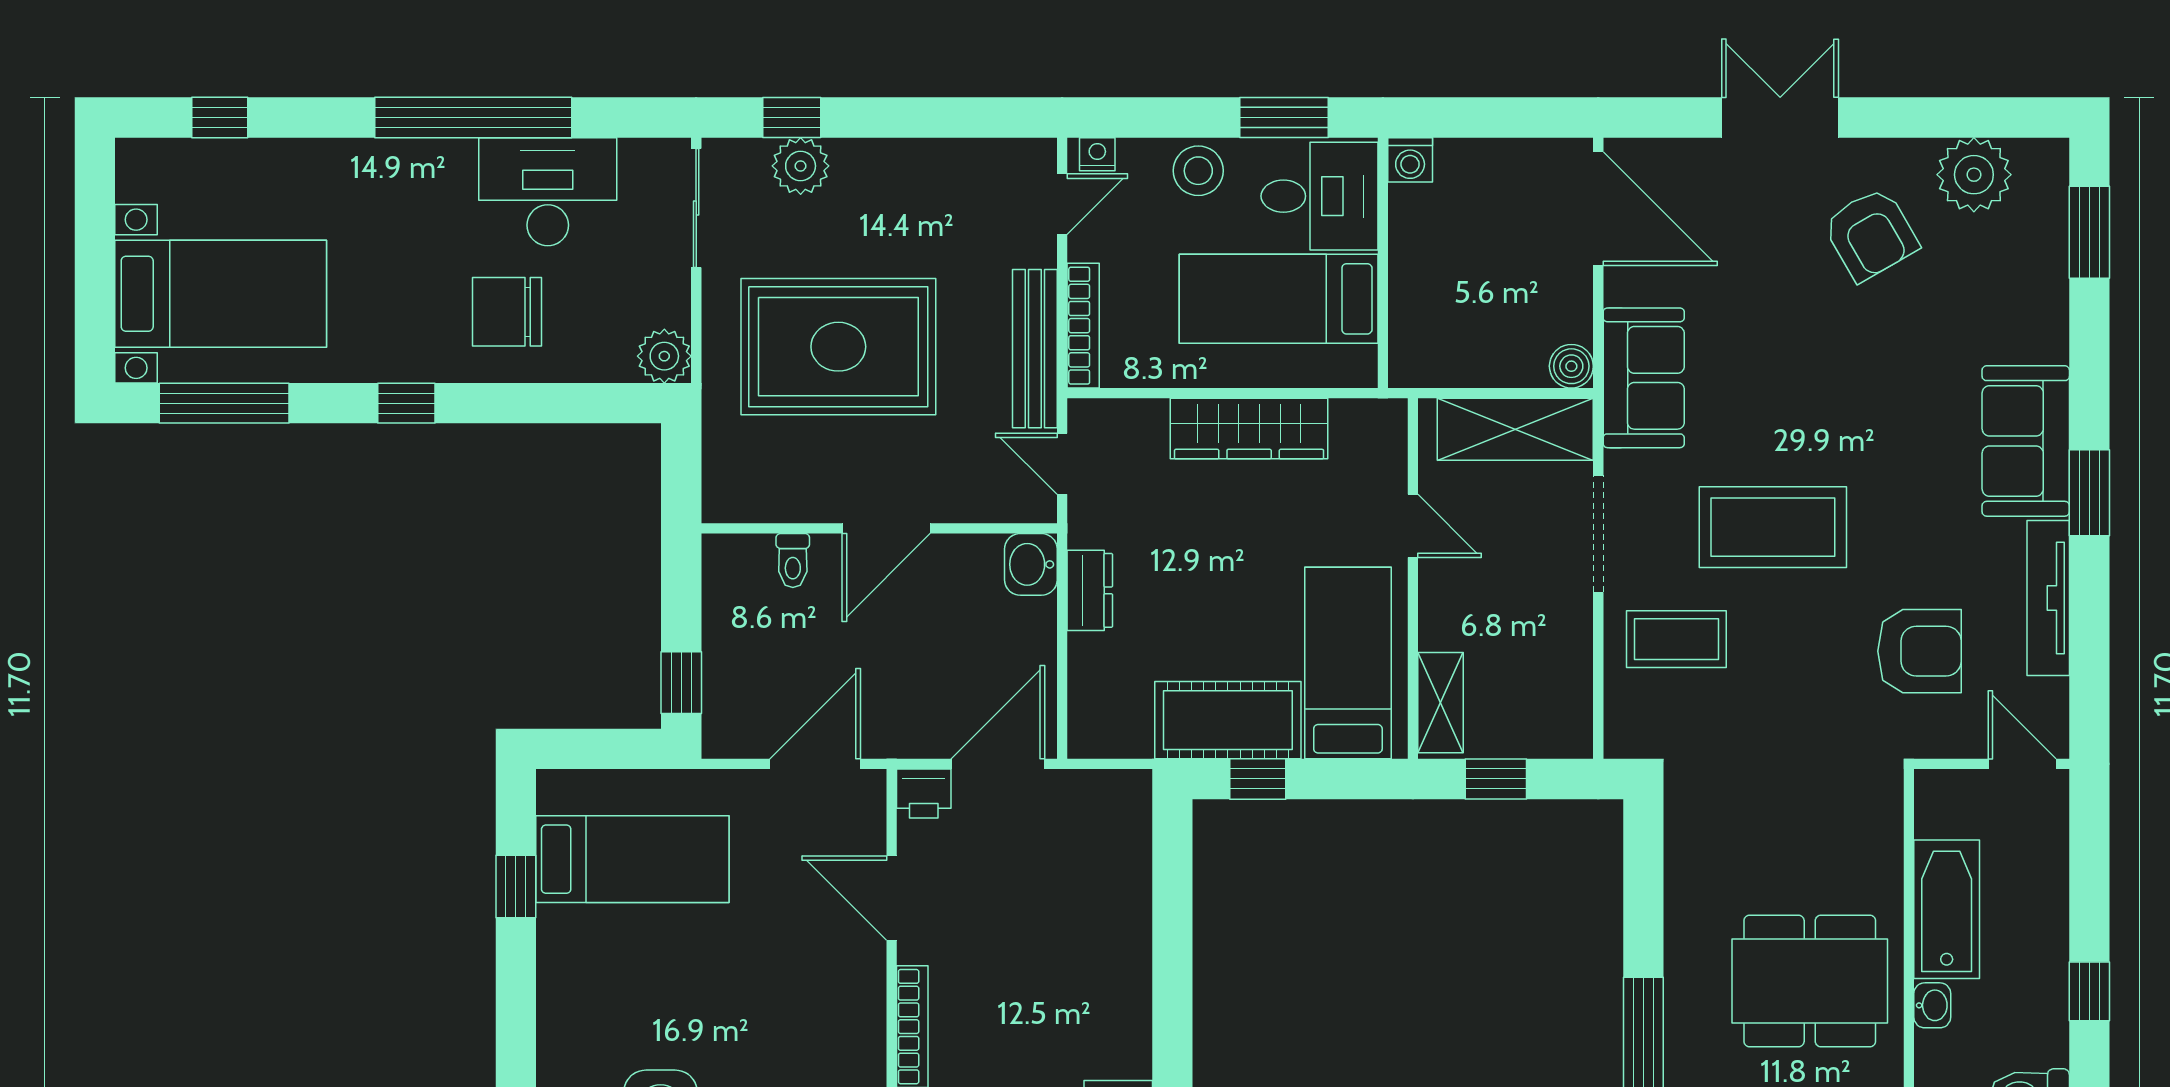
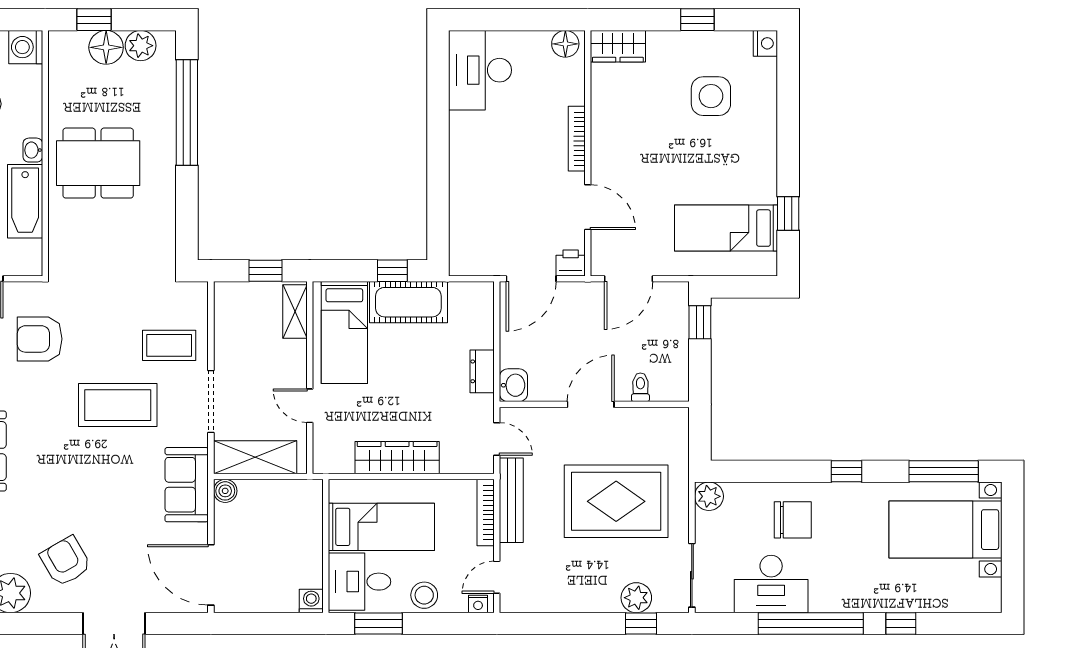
window: (220, 117) -> (901, 624), moved

